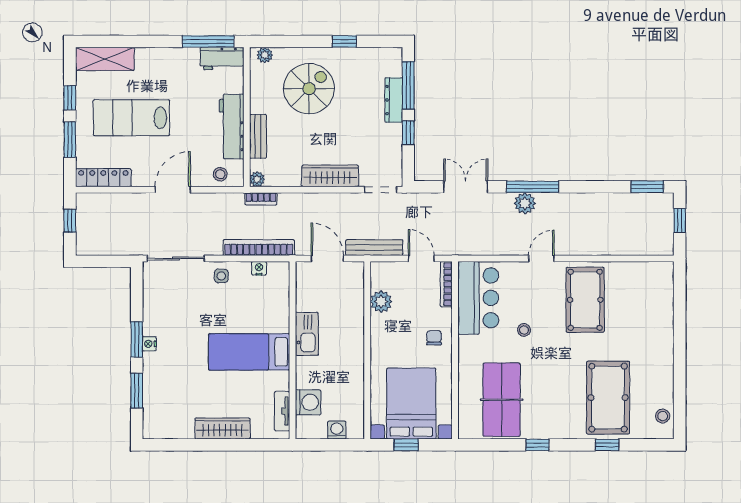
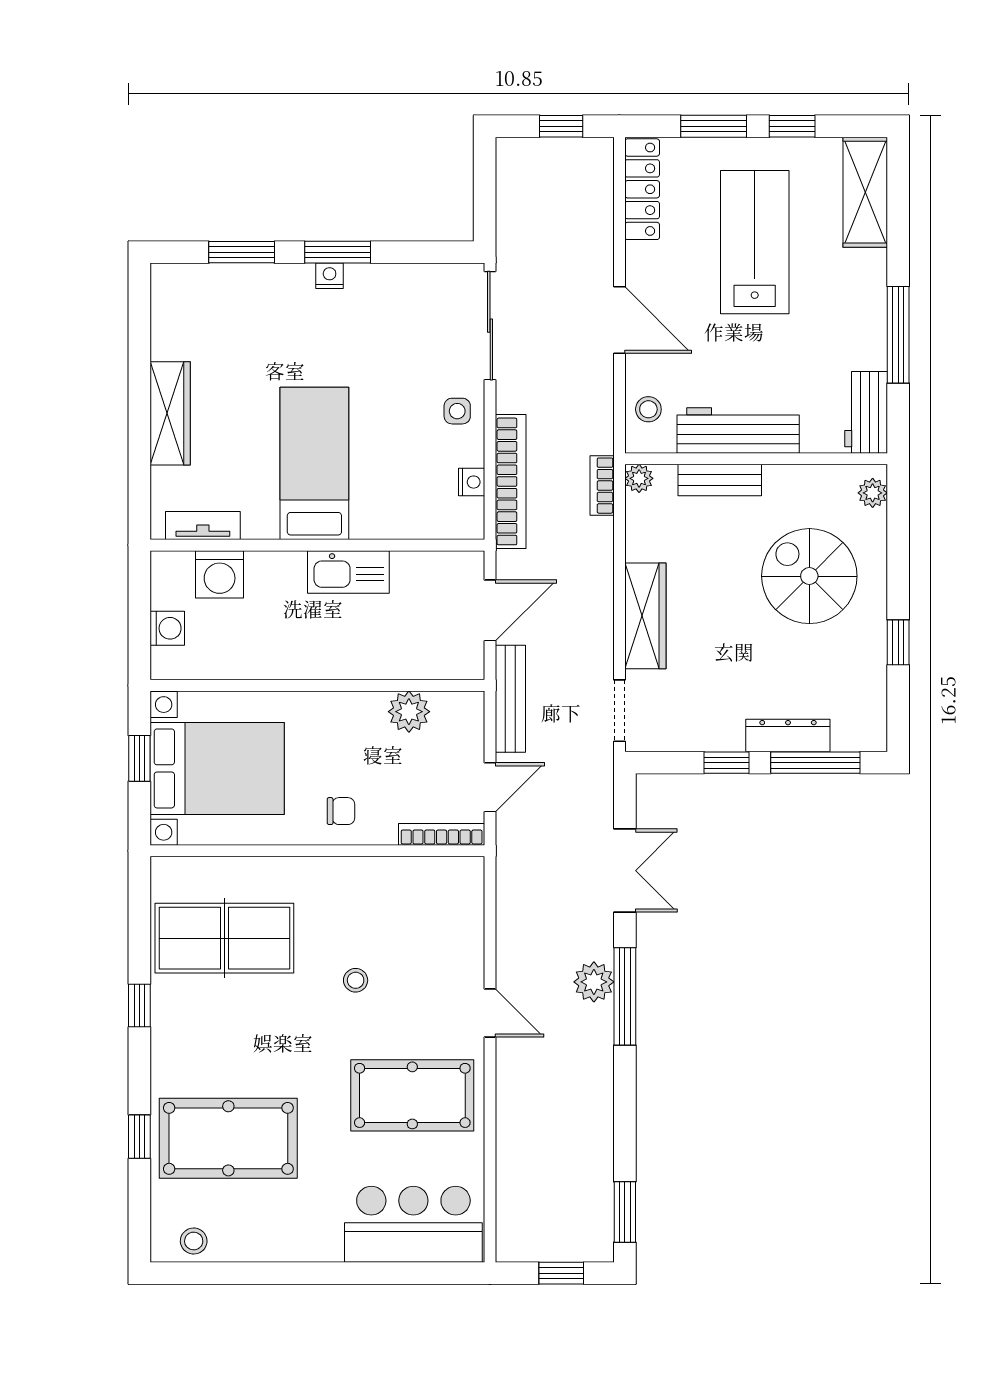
window: (208, 41) -> (898, 335), moved
spiral stairs: (309, 89) -> (809, 576), turned 180
bar counter: (478, 298) -> (413, 1224), moved, turned 180

